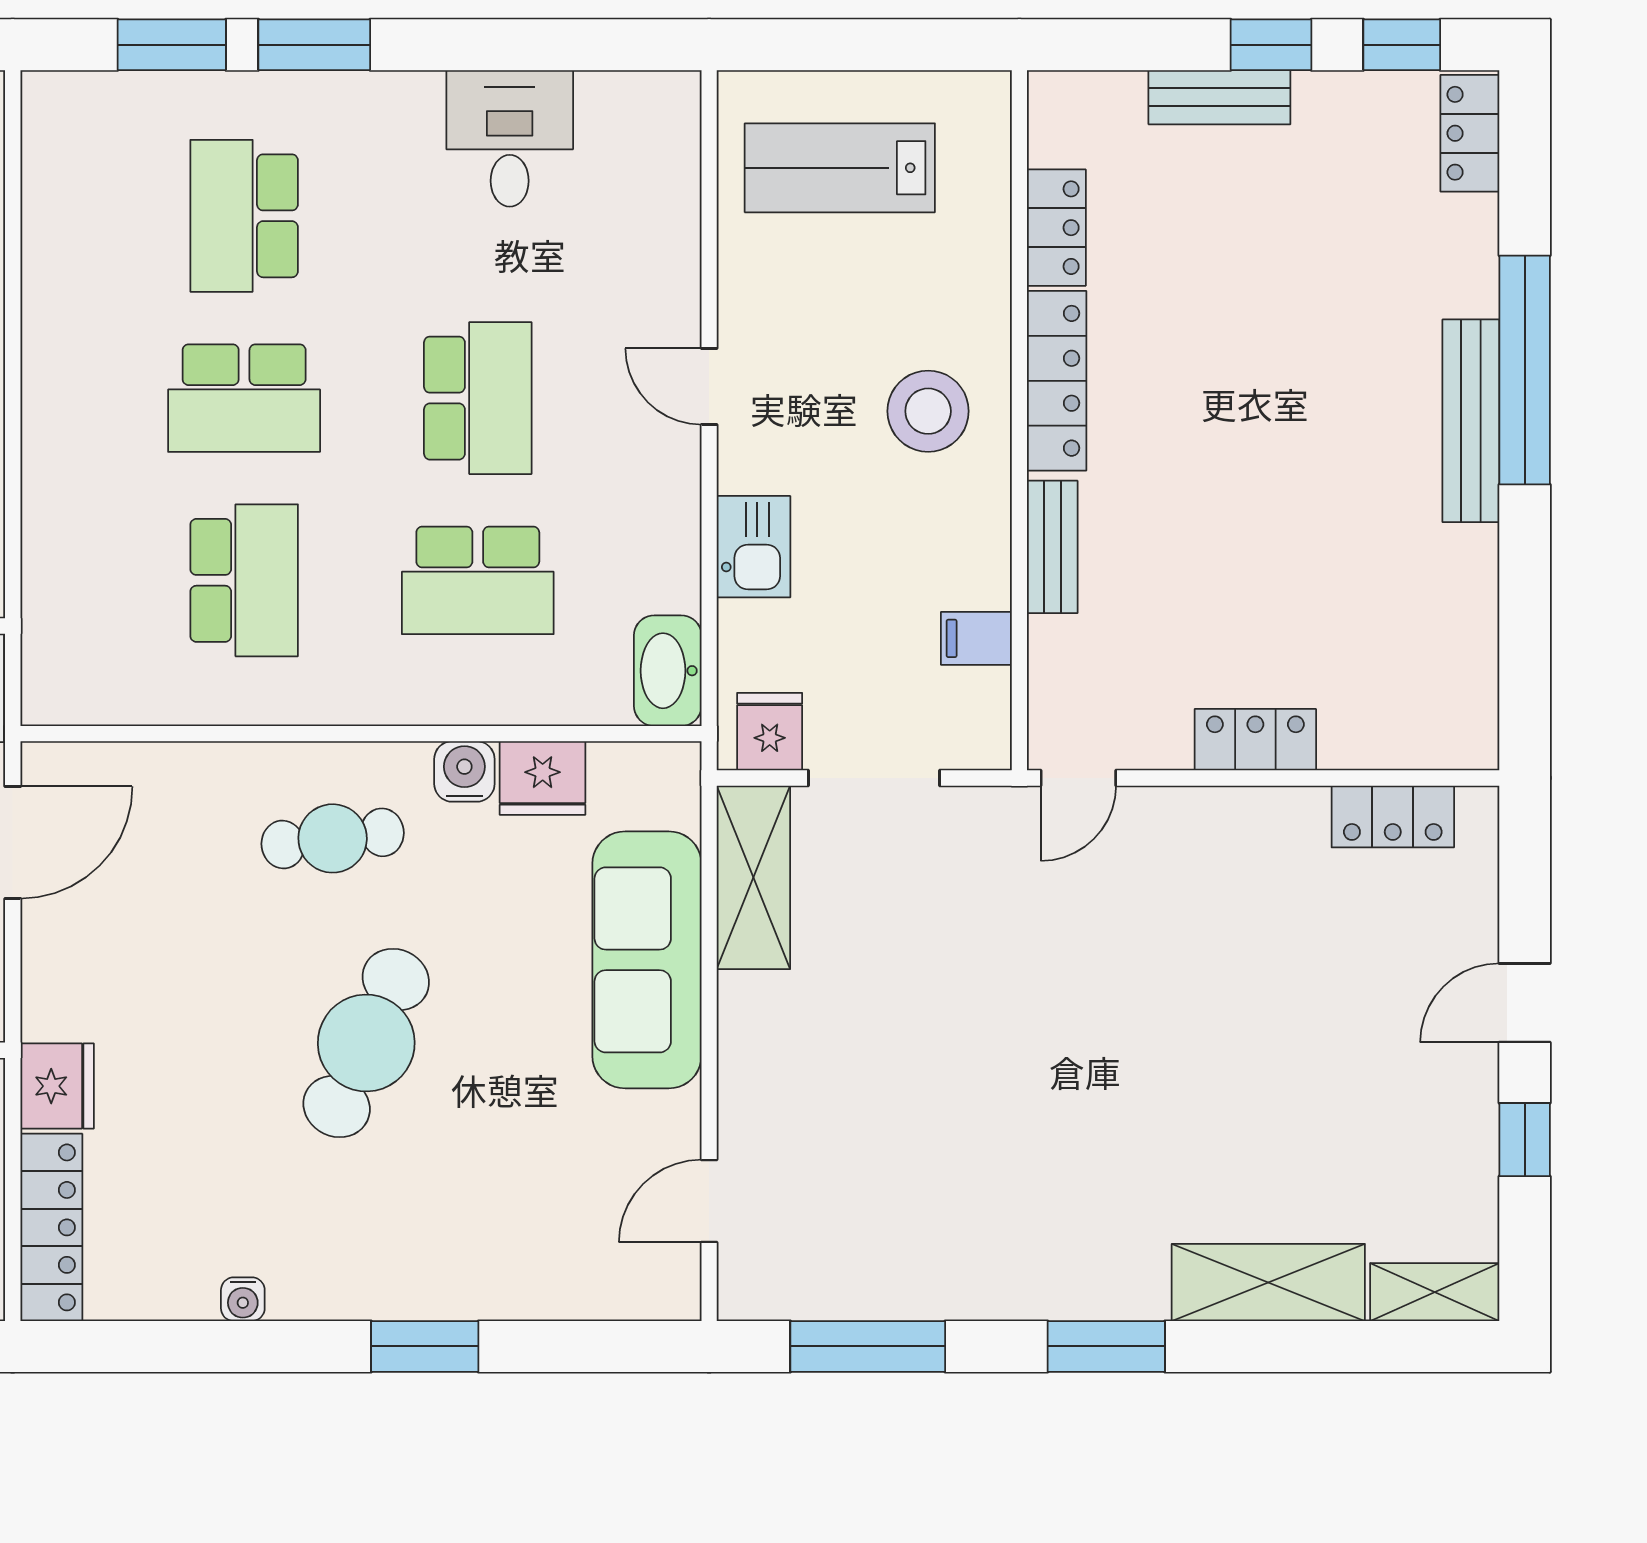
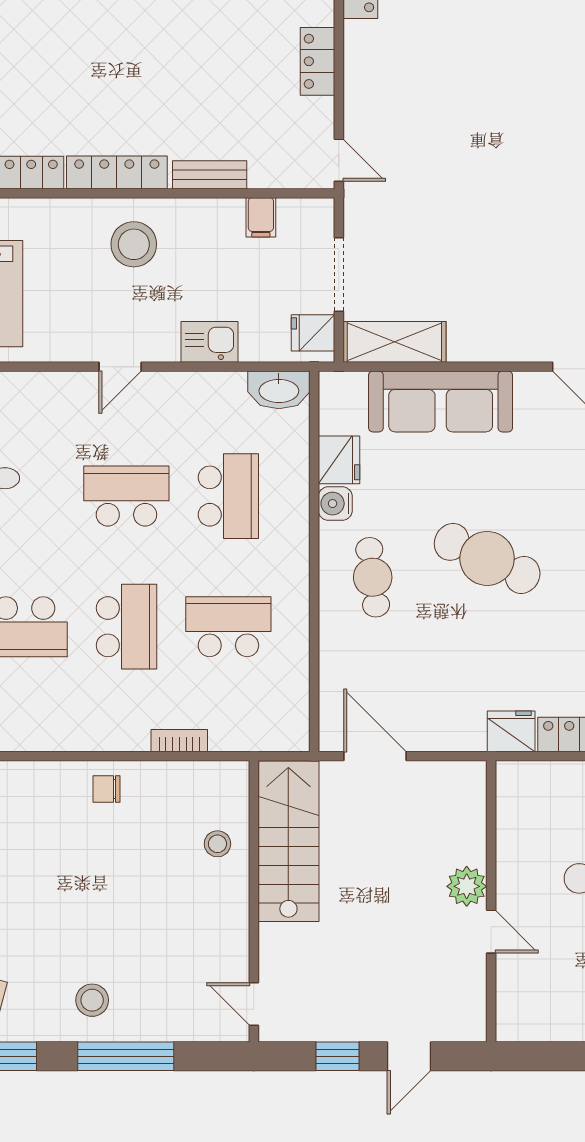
bookcase: (40, 493) -> (179, 741), added

